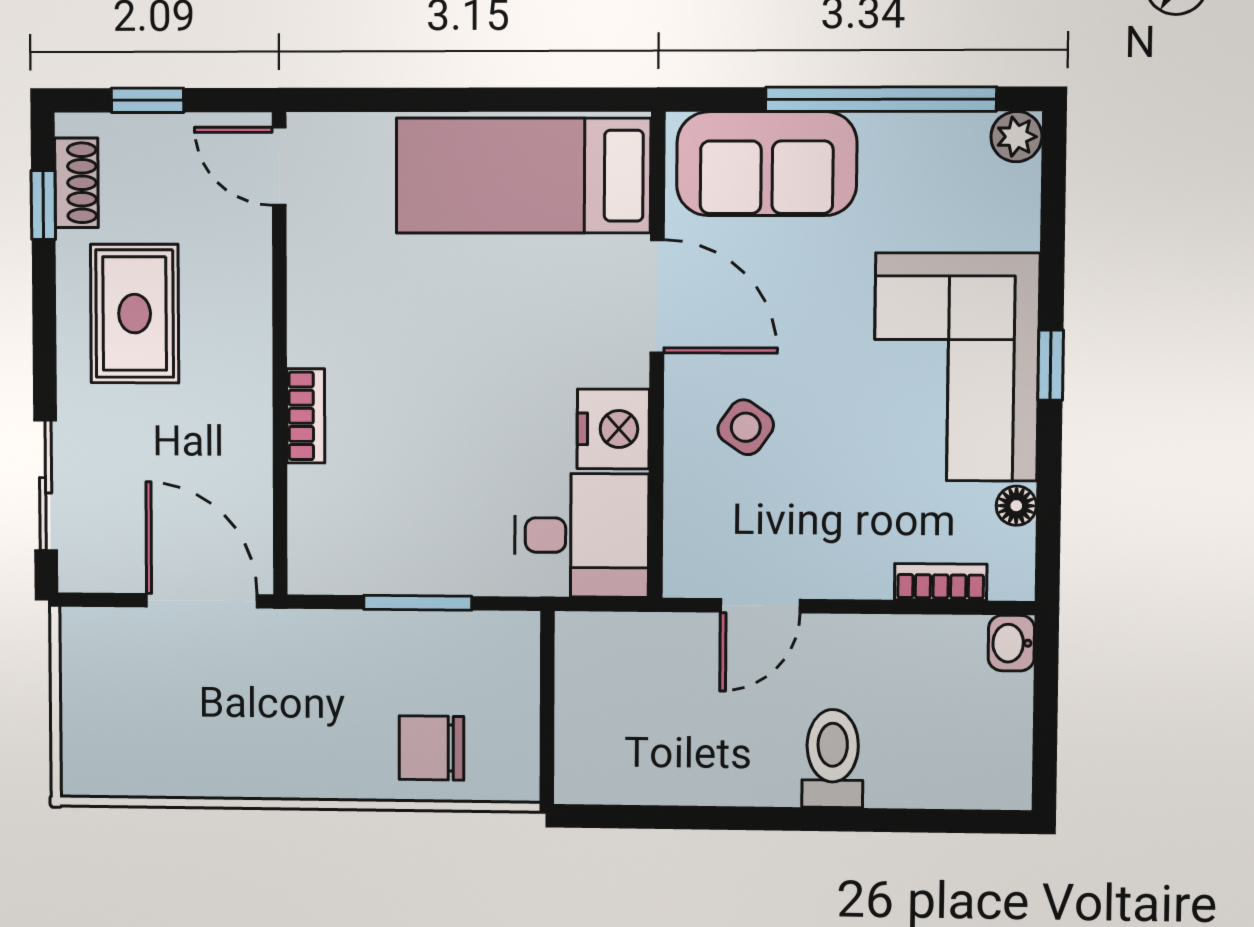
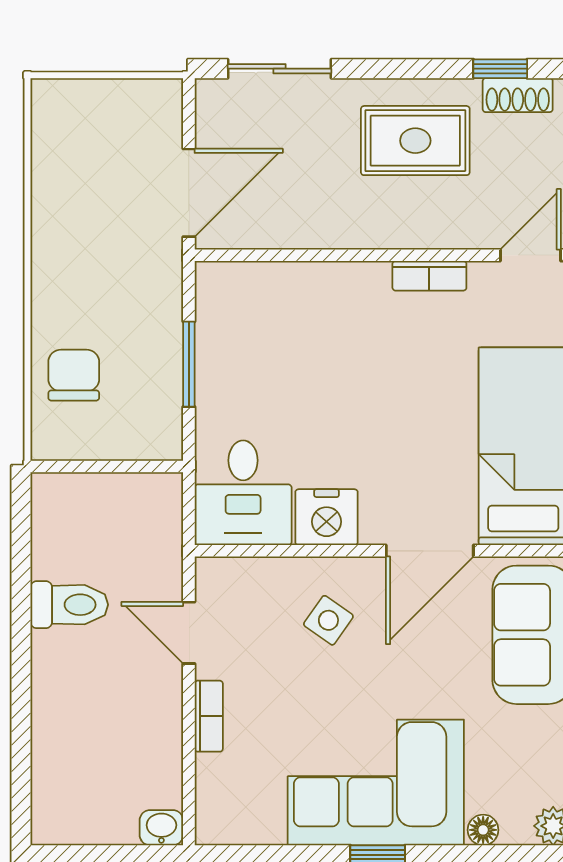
bookcase: (306, 416) -> (429, 276), moved
floor lamp: (1016, 506) -> (483, 830), moved
bookcase: (941, 582) -> (209, 716), moved
toilet: (833, 758) -> (69, 605), moved

